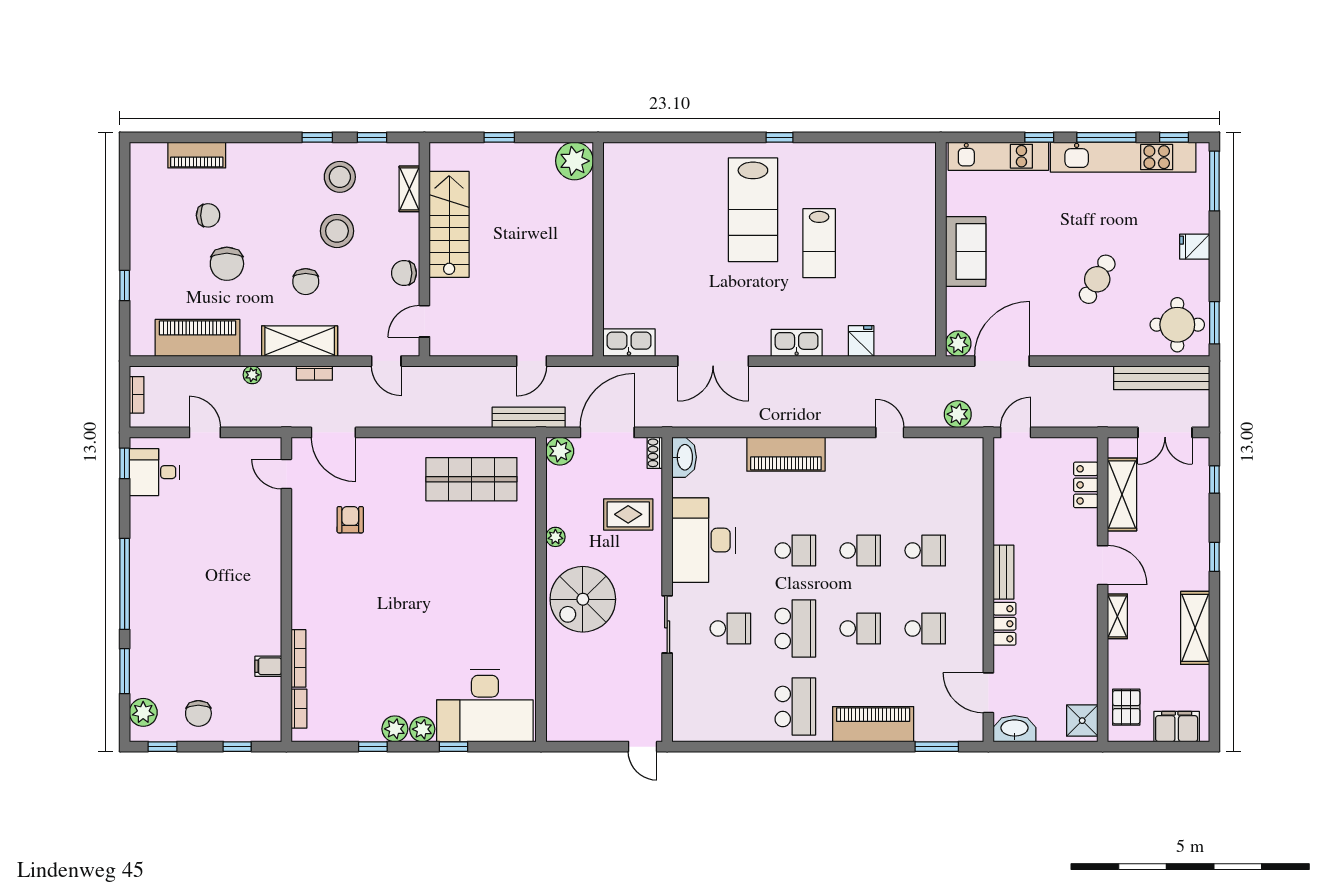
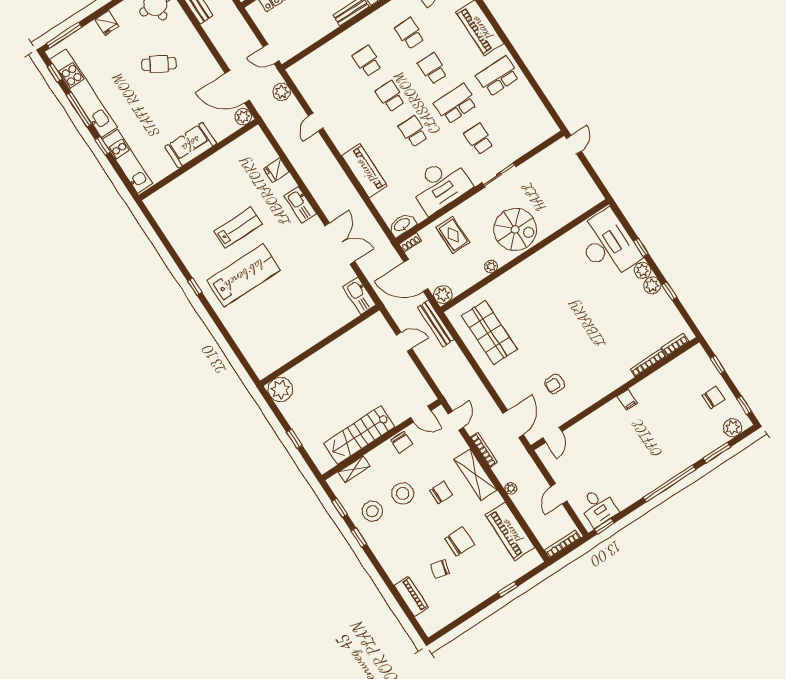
chair: (208, 215) -> (440, 569), turned -75
bookcase: (314, 373) -> (484, 450), width x1.56
bookcase: (137, 395) -> (563, 544), width x1.56
filing cabinet: (268, 666) -> (627, 400), moved

